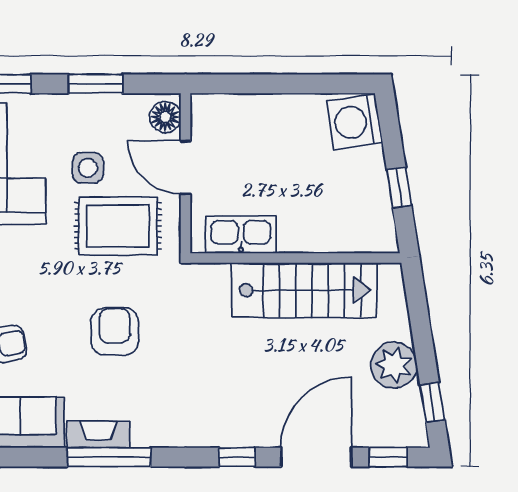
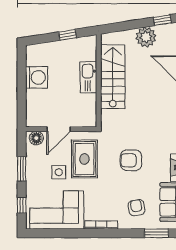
washing machine: (355, 122) -> (37, 77), moved, turned -81
kitchen sink: (241, 235) -> (88, 77), moved

